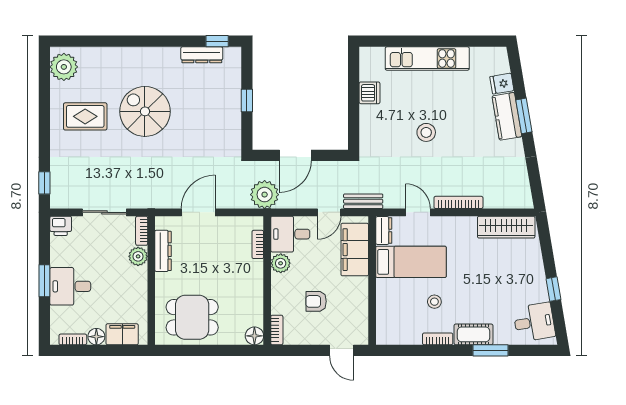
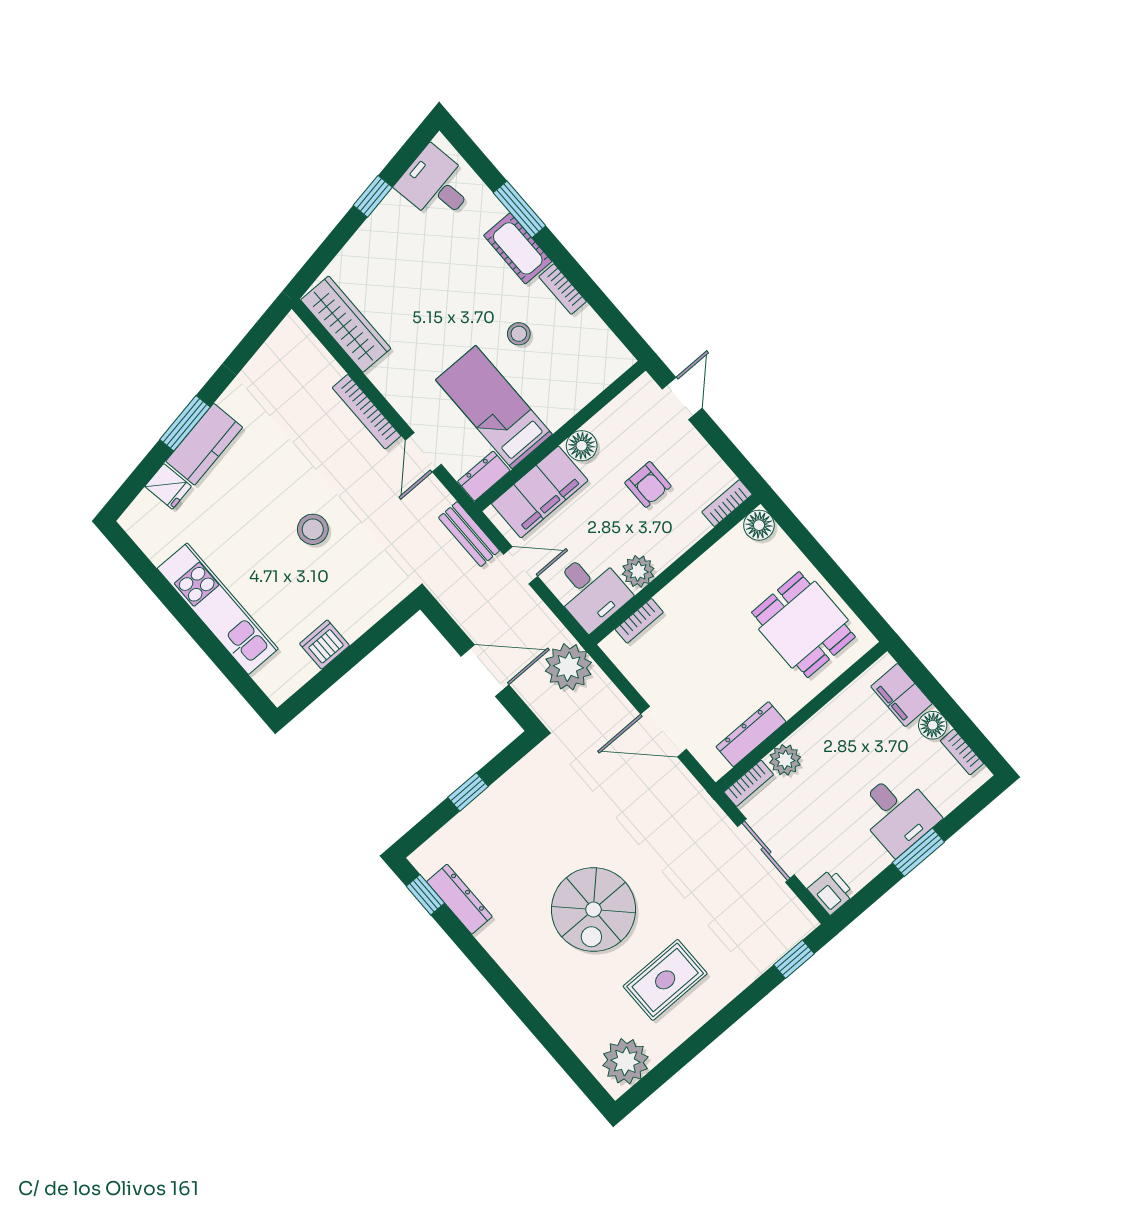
rug: (85, 116) -> (665, 980), turned 90
floor lamp: (359, 287) -> (582, 446), added

